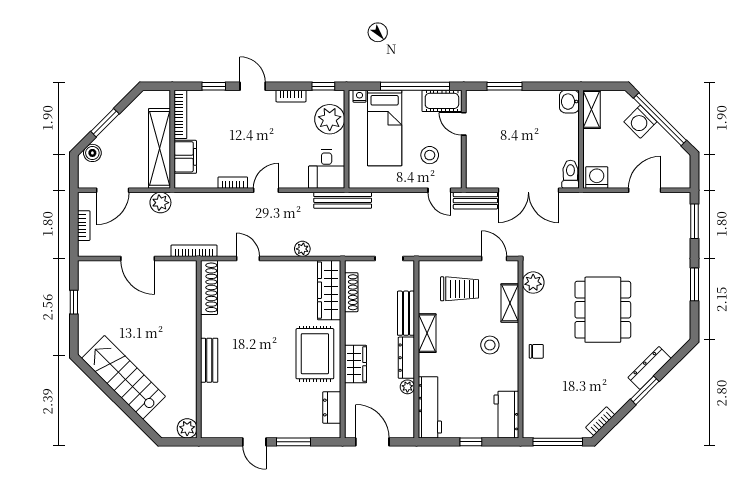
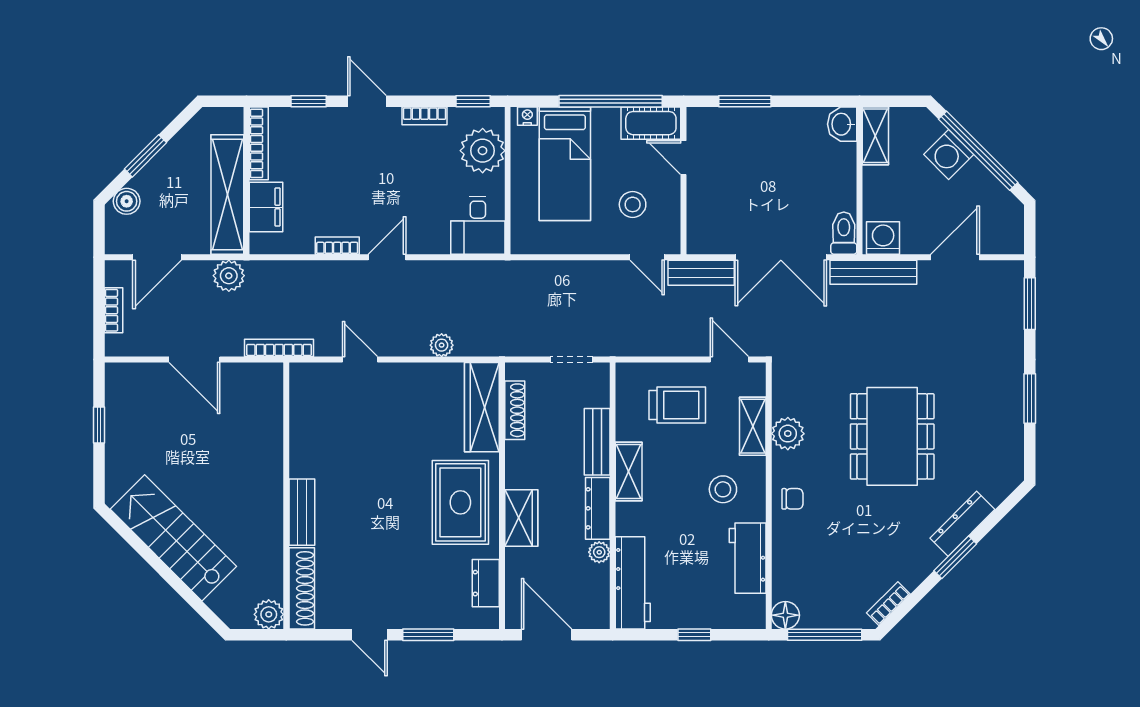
bench: (343, 200) -> (873, 272), moved
plant: (533, 283) -> (788, 434), moved
shoe rack: (209, 287) -> (302, 588), moved
workbench: (506, 415) -> (748, 558), moved
floor lamp: (532, 429) -> (785, 615), added

